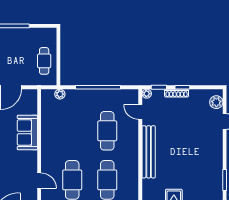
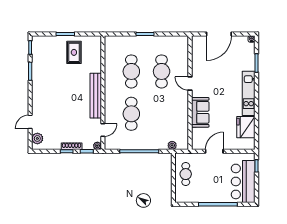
door: (140, 112) -> (103, 130), hinge flipped
door: (39, 181) -> (190, 84), moved

